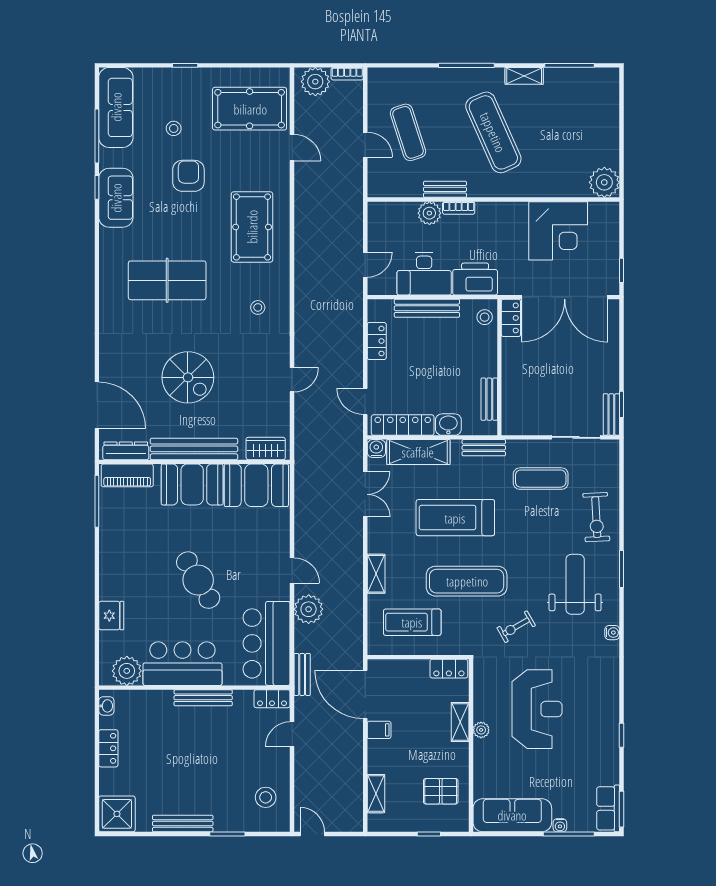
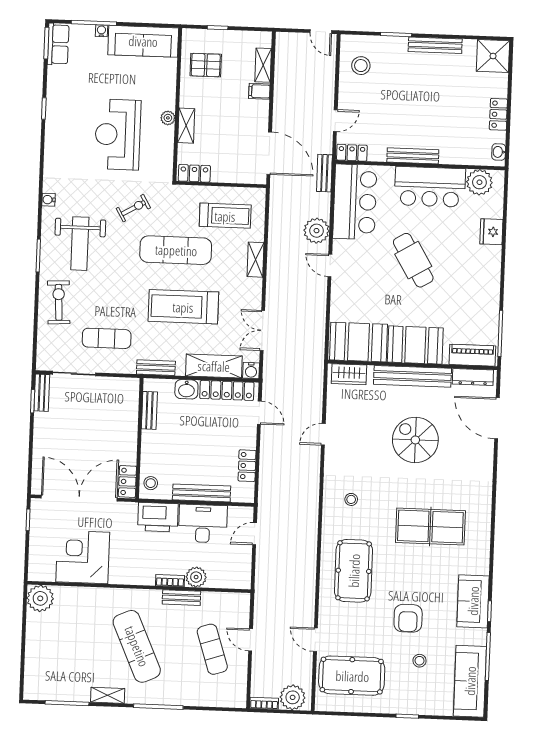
treadmill: (455, 518) -> (183, 307), turned 180
filing cabinet: (379, 730) -> (259, 91), moved

